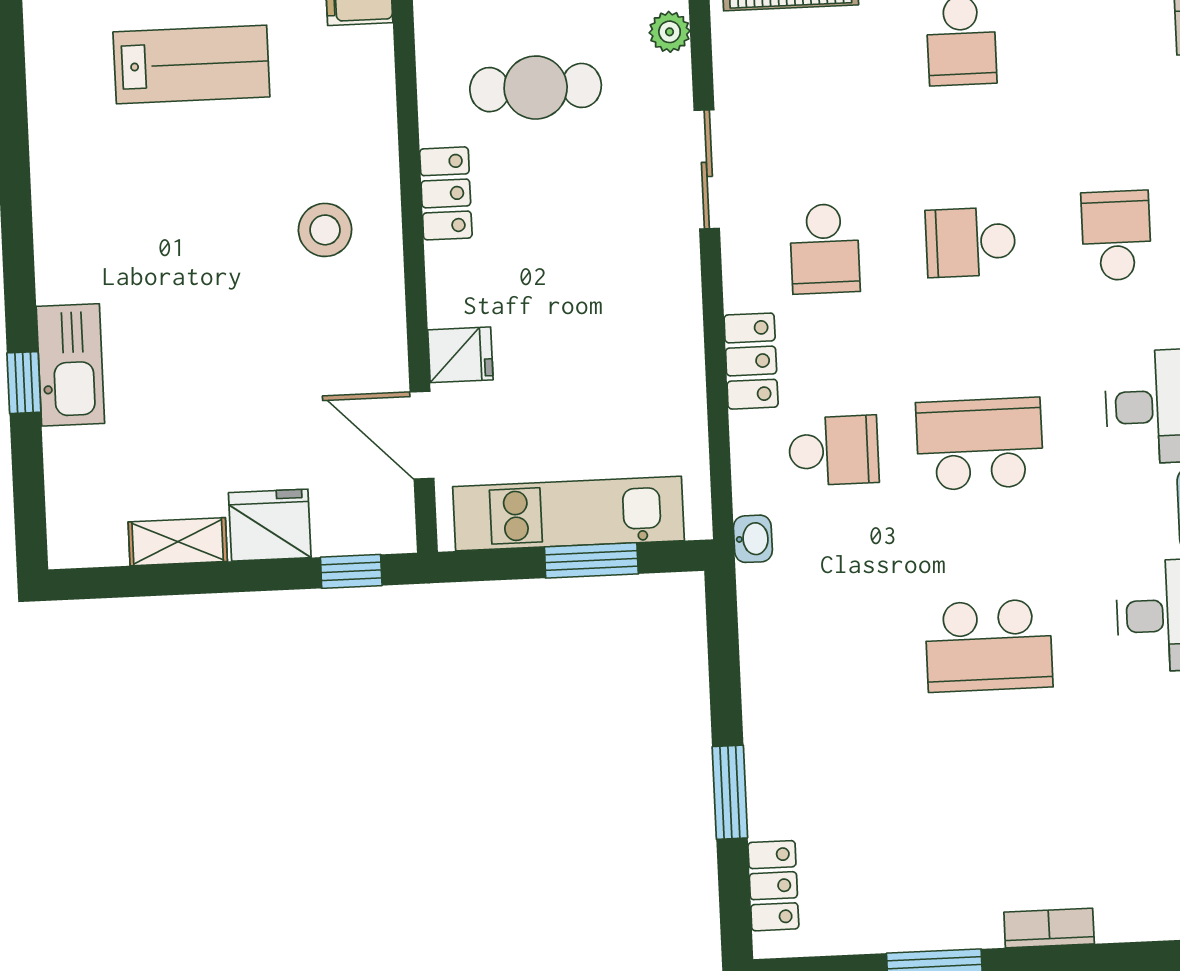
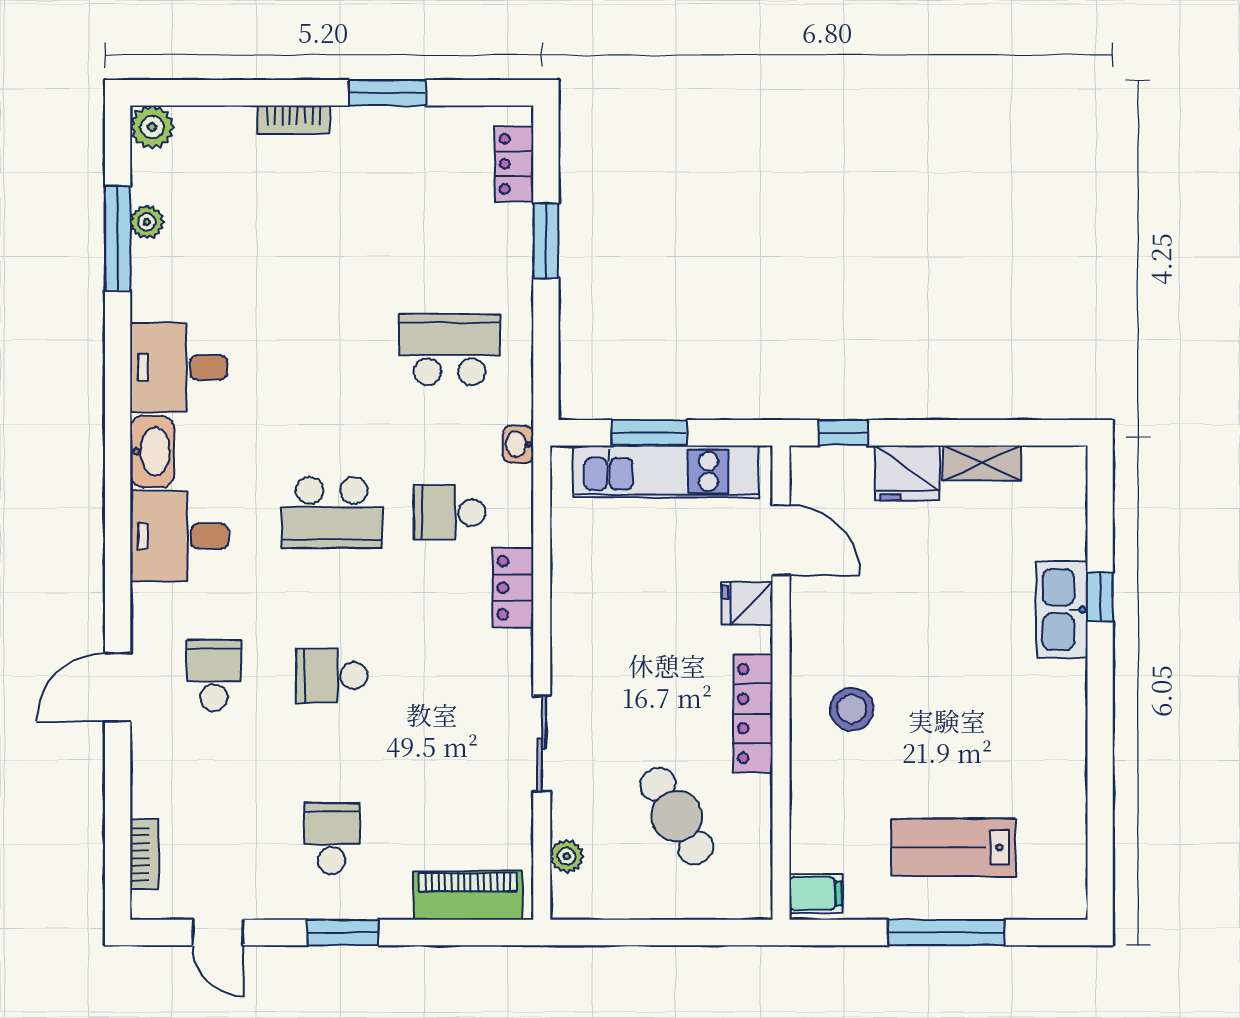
cafe table: (536, 88) -> (677, 816), turned 59
locker: (446, 193) -> (753, 714), width x1.53
school desk: (1116, 236) -> (214, 676), turned 180
school desk: (970, 242) -> (332, 676), turned 180
school desk: (825, 249) -> (450, 676), removed
school desk: (989, 646) -> (450, 350), moved

